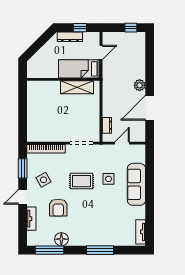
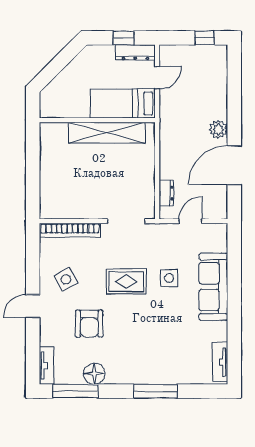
dresser: (70, 37) -> (135, 52), moved
shelving: (77, 87) -> (107, 133), width x1.47
window: (23, 168) -> (33, 261), removed
tv unit: (31, 219) -> (47, 366), moved

